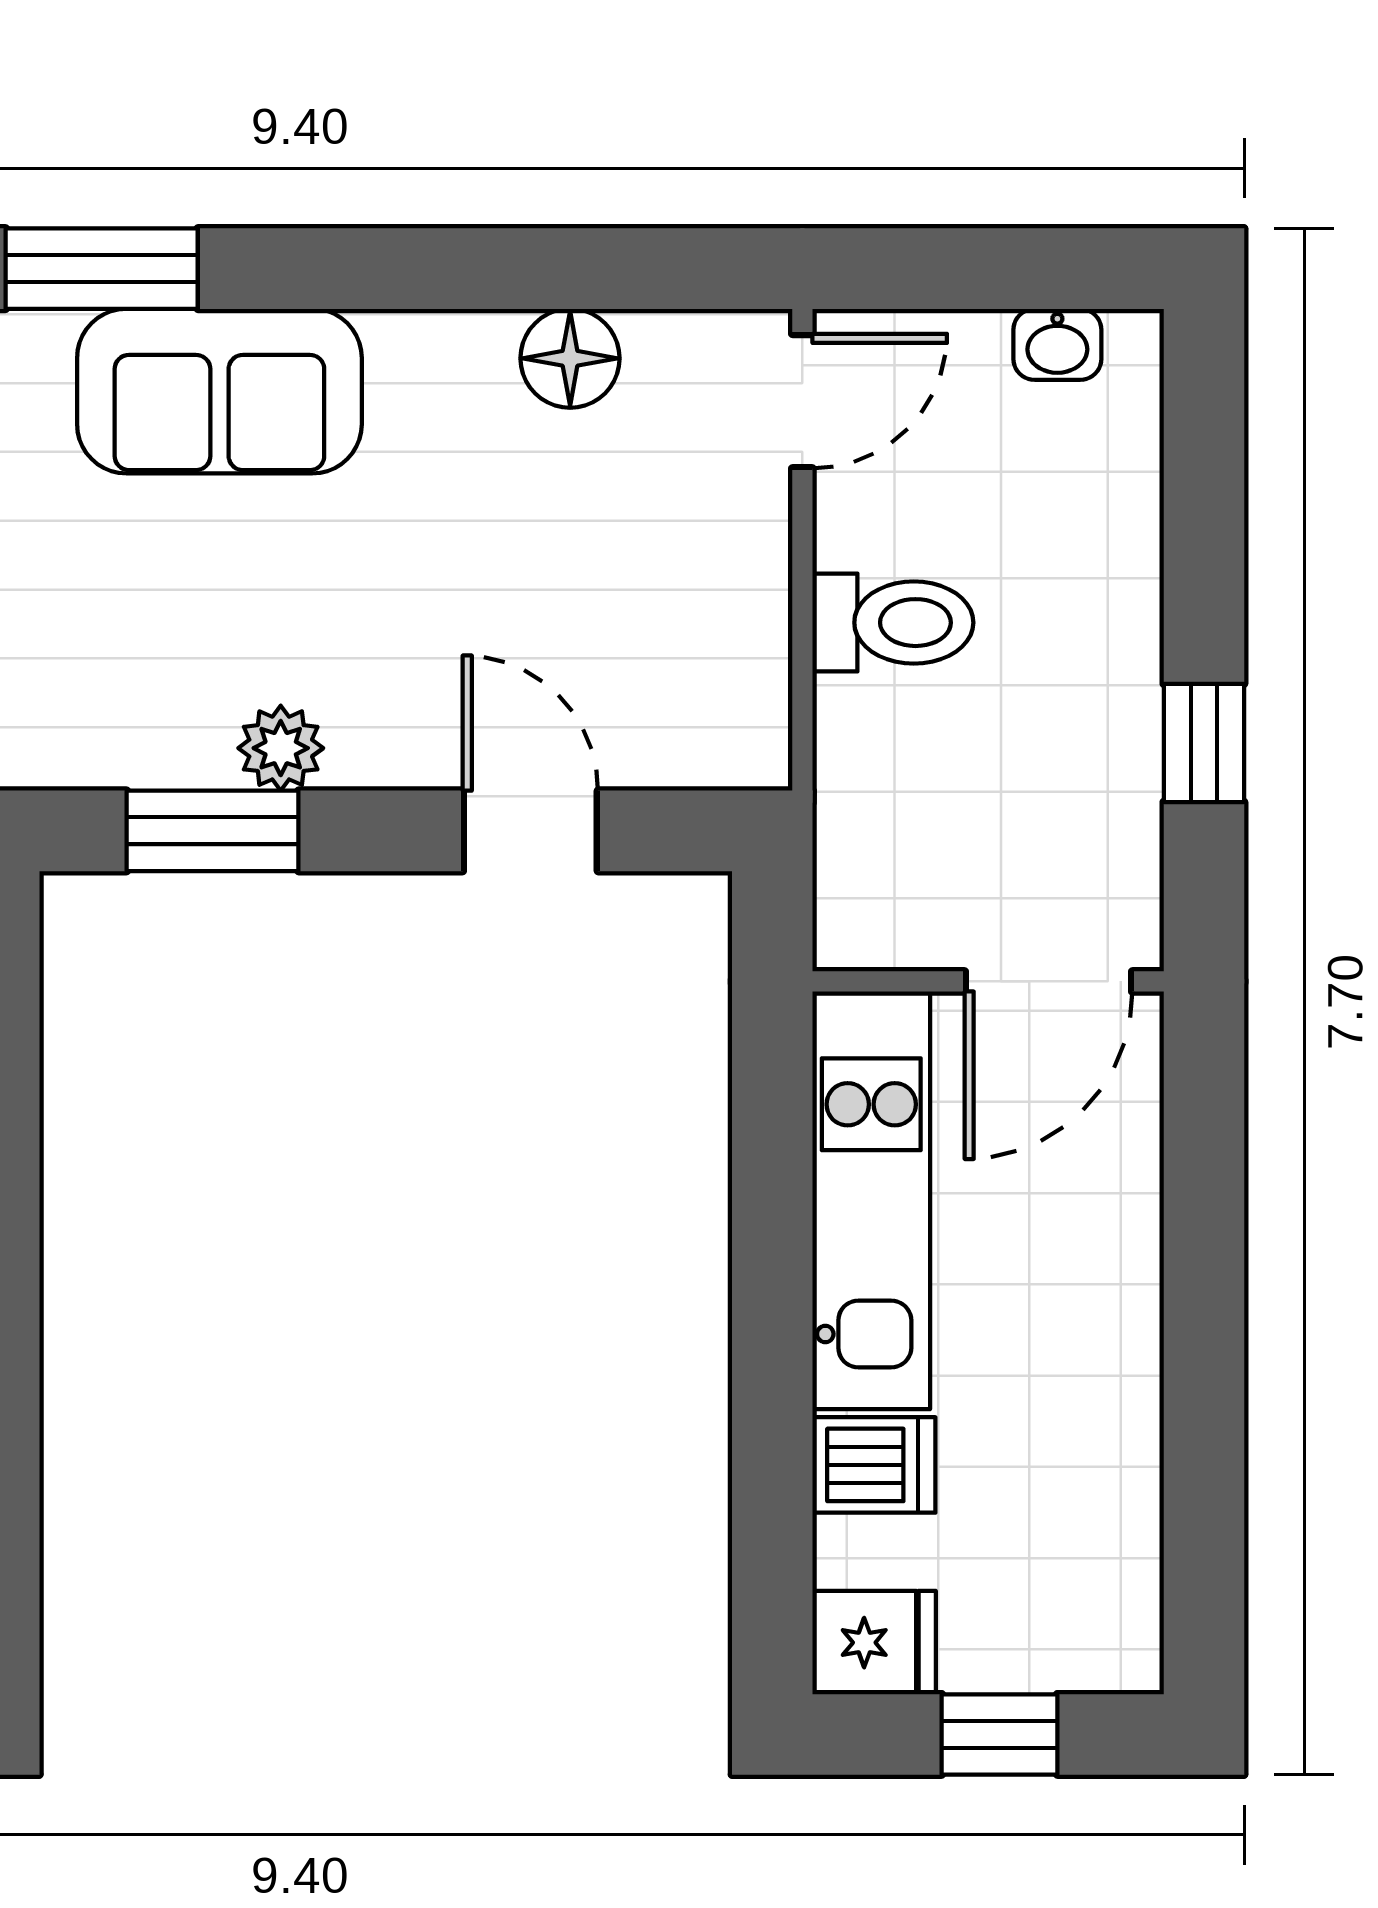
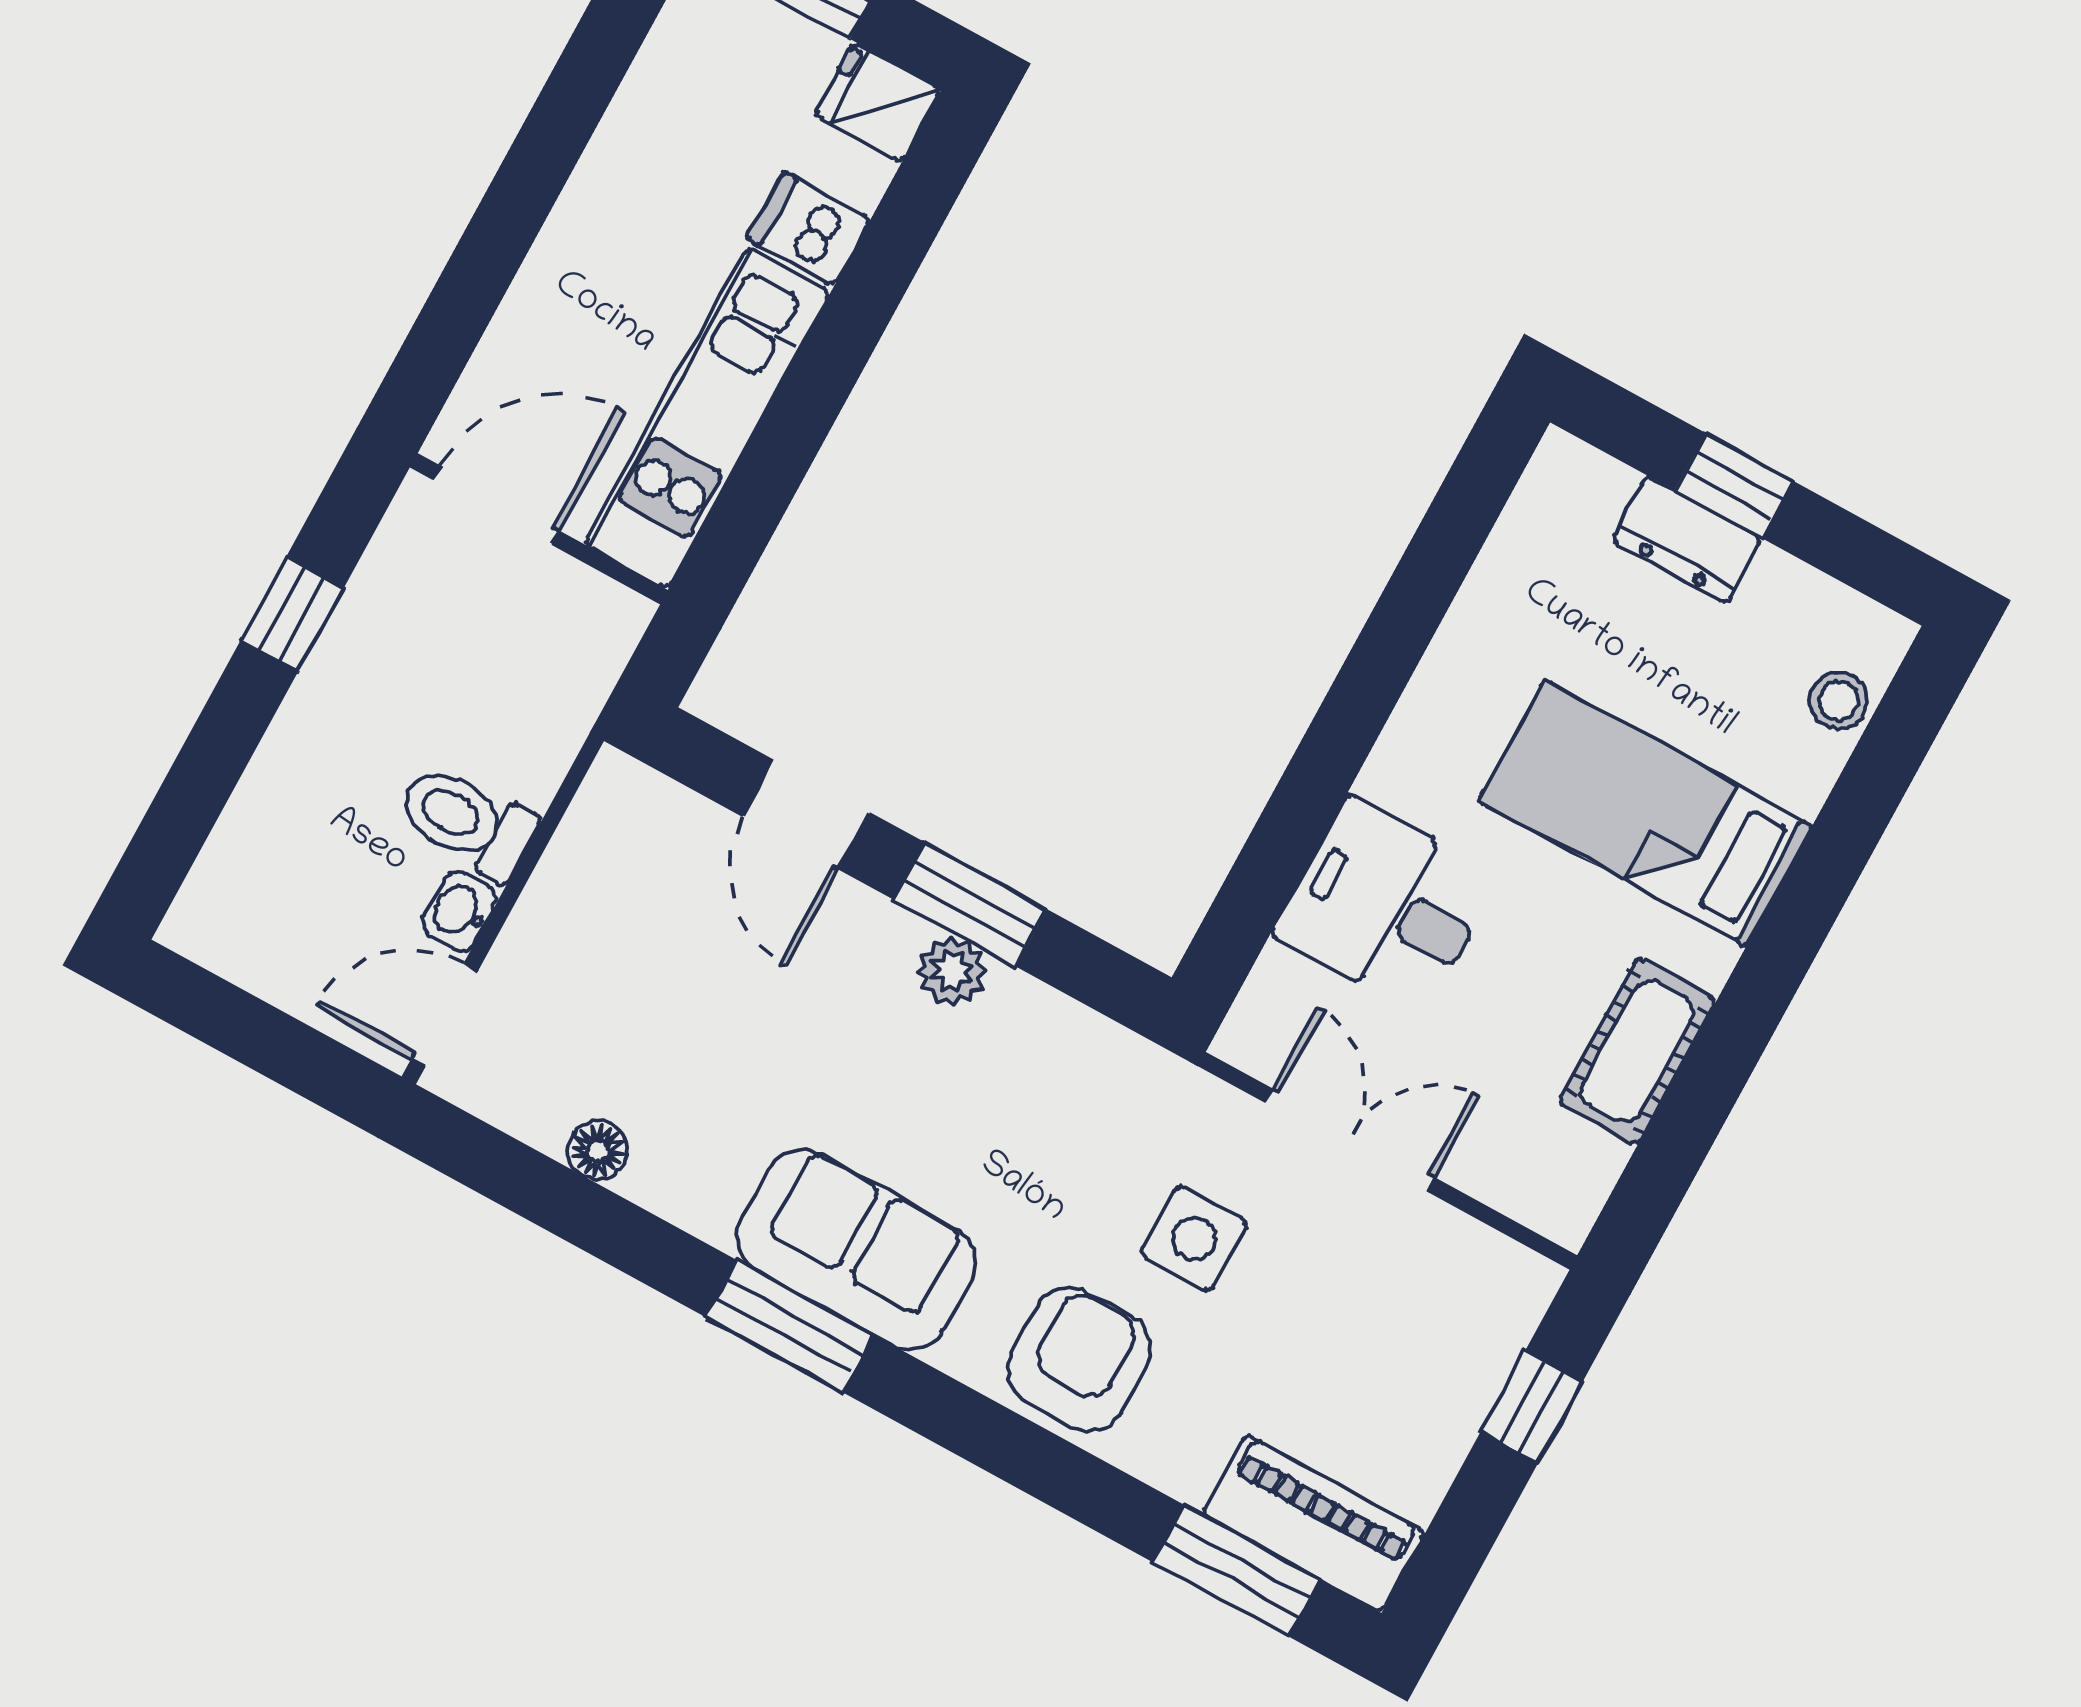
window: (102, 269) -> (790, 1326), moved
washbasin: (1057, 344) -> (459, 911), moved, turned -90
floor lamp: (570, 358) -> (598, 1151), width x0.73, depth x0.73
window: (213, 831) -> (970, 904), moved

